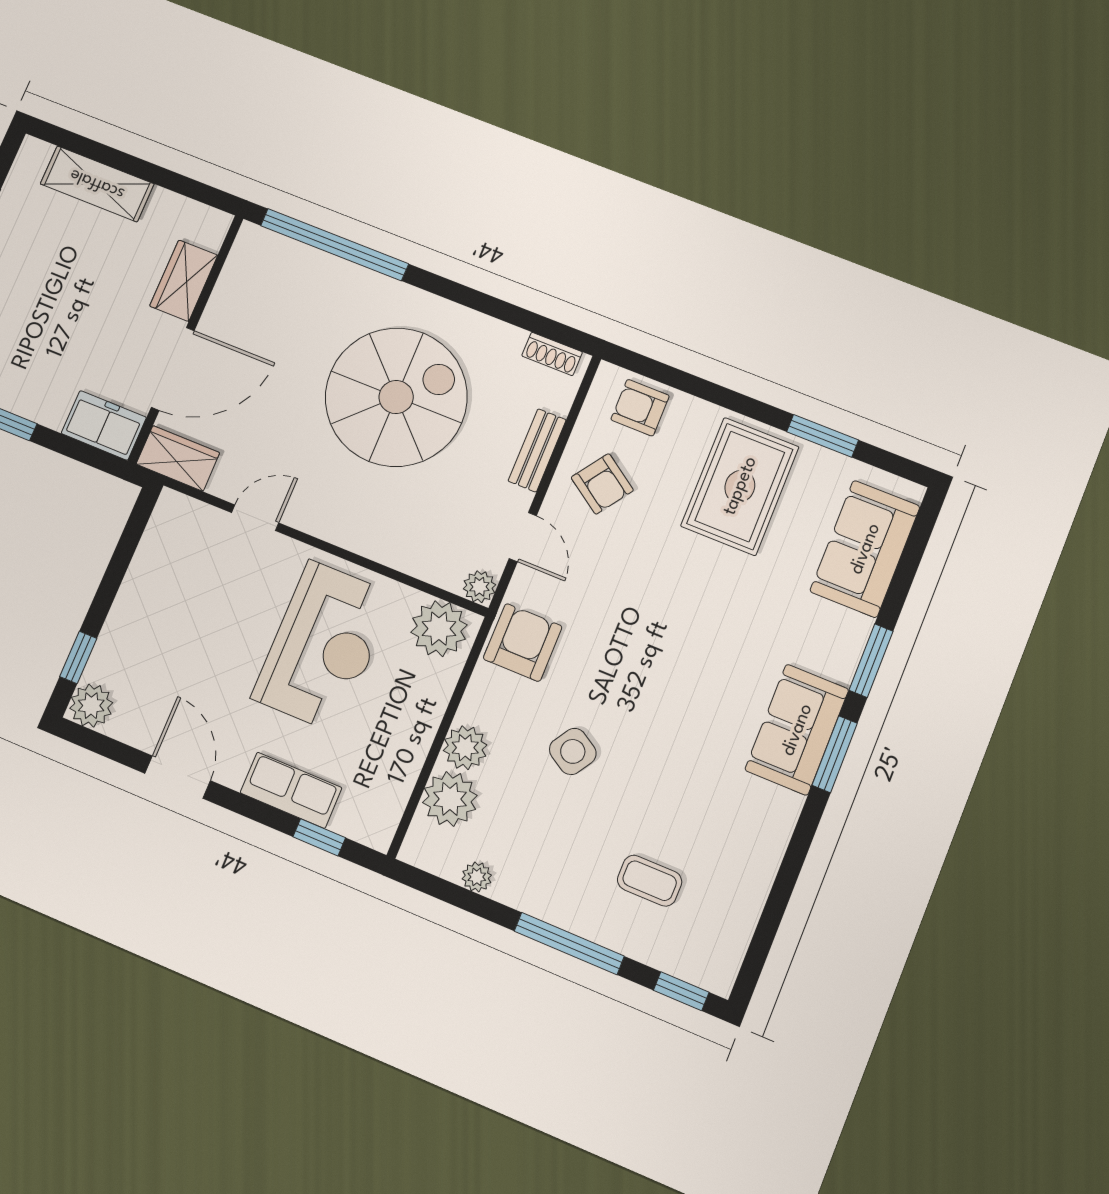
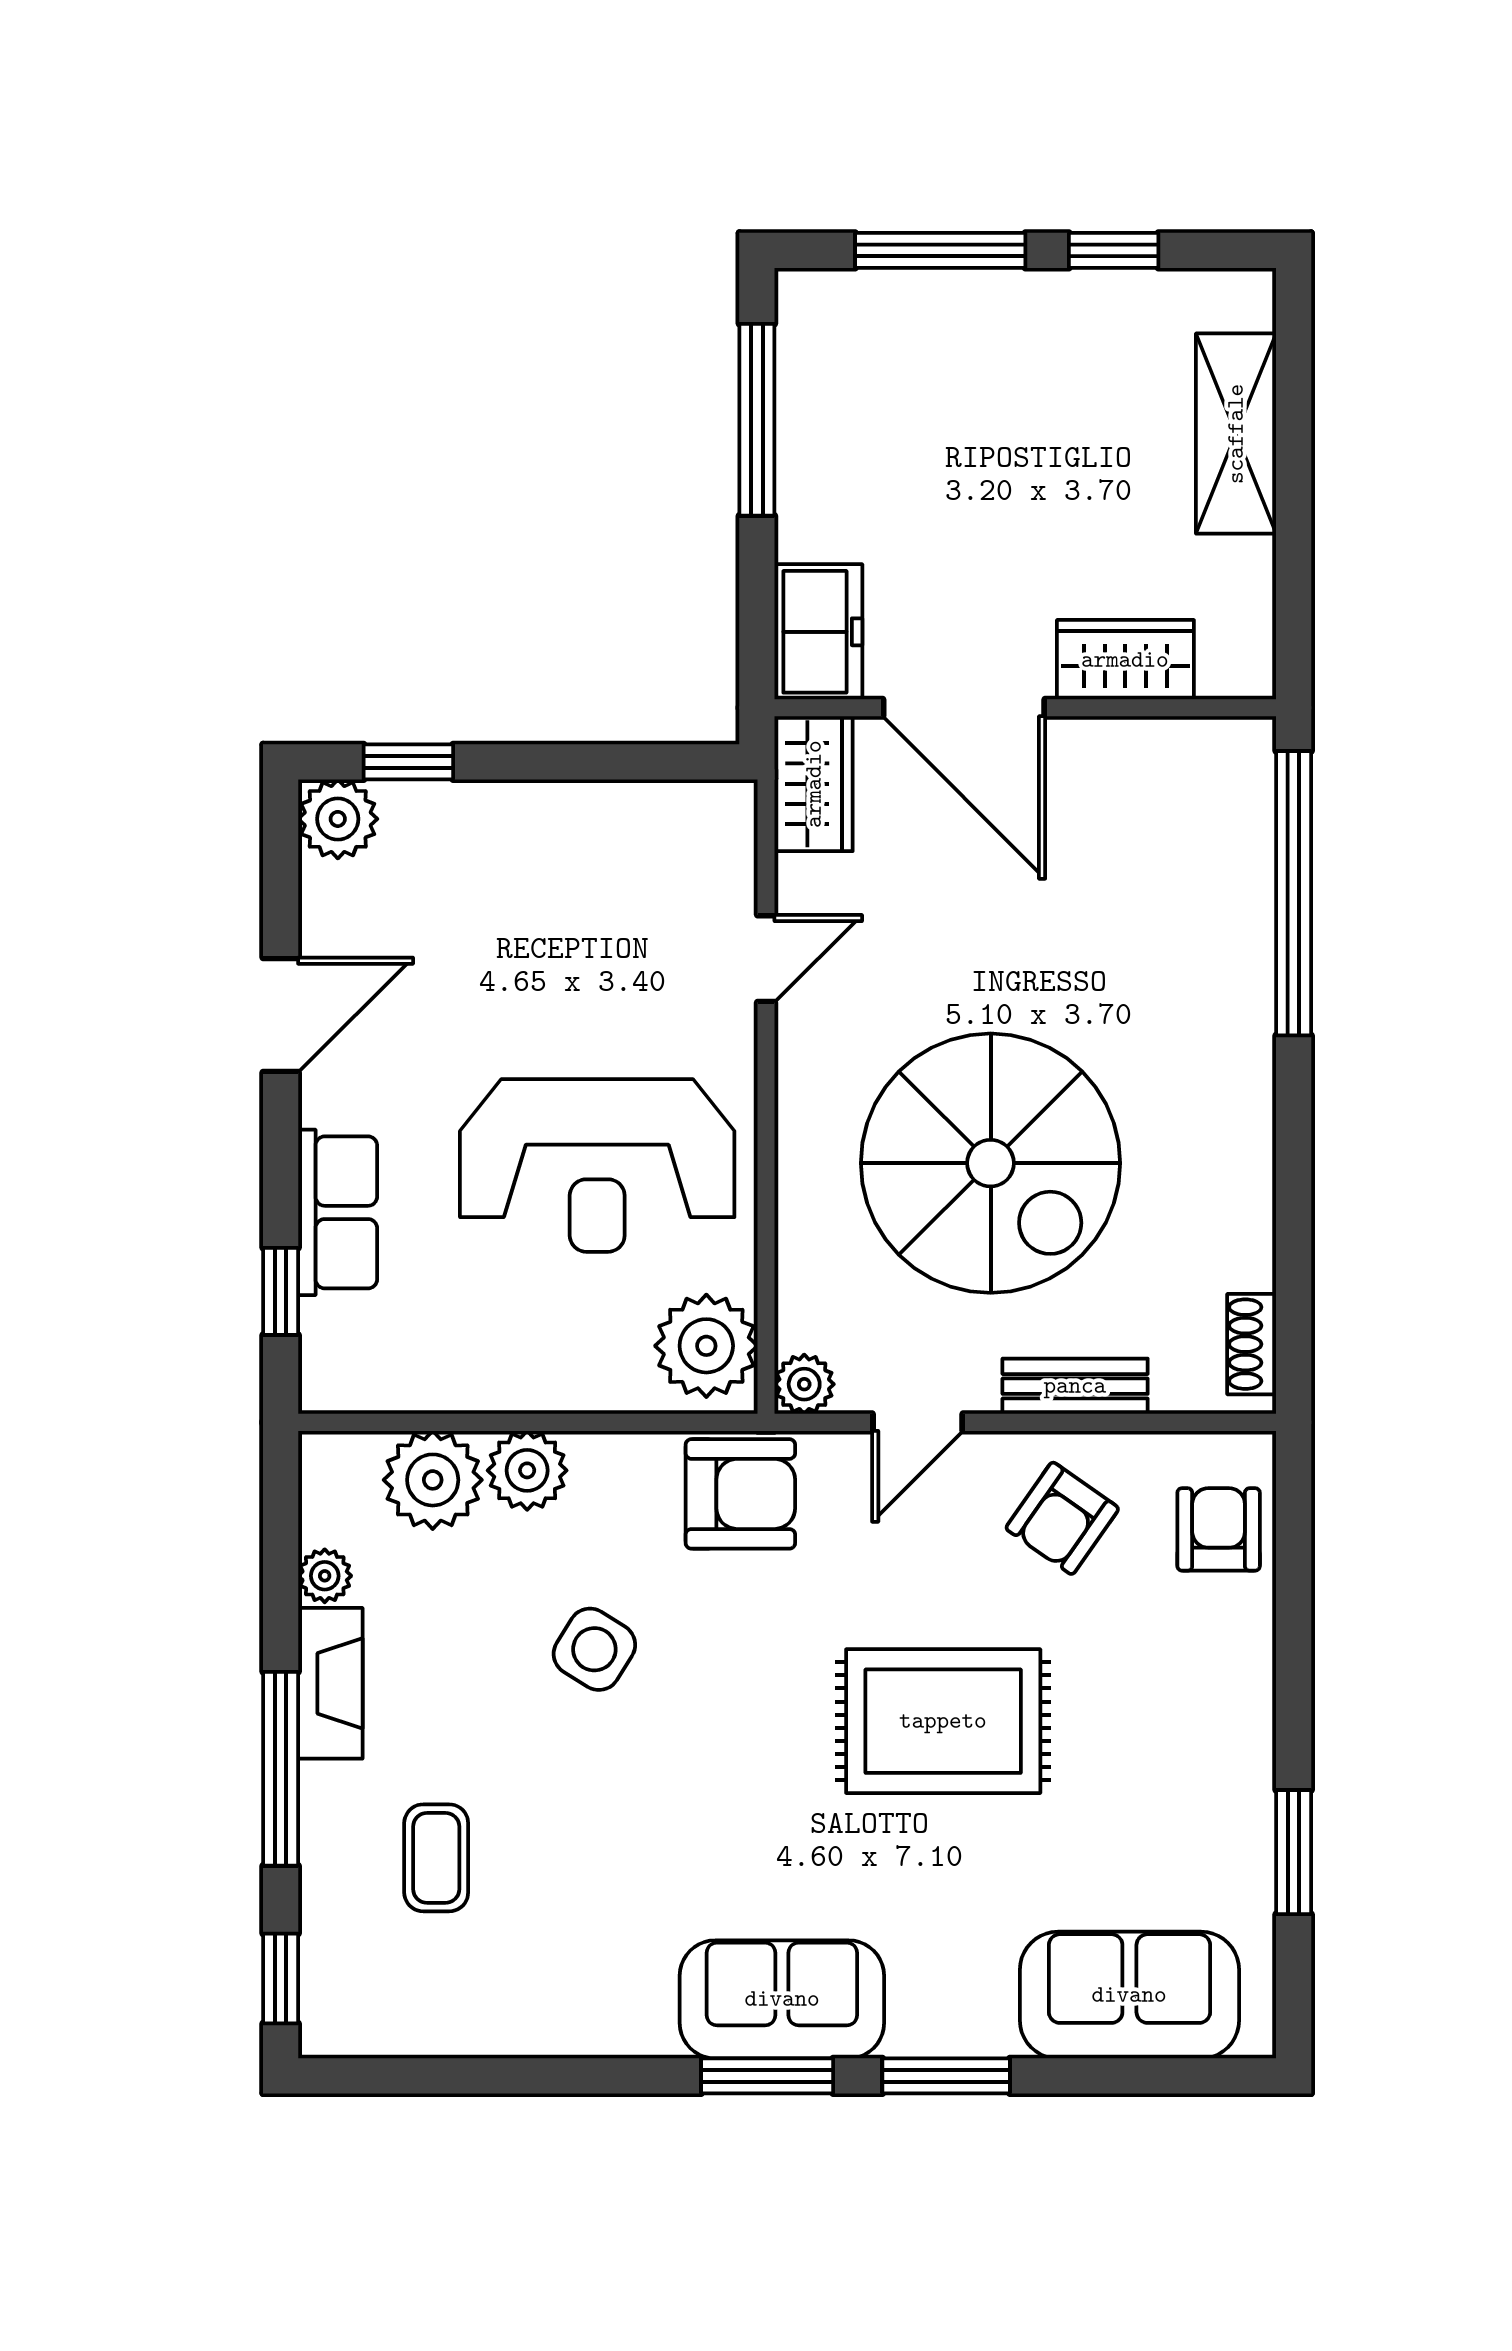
spiral stairs: (396, 397) -> (991, 1163), moved
rug: (740, 486) -> (943, 1721), moved
door: (255, 518) -> (766, 959), hinge flipped
fireplace: (535, 898) -> (330, 1683), added

